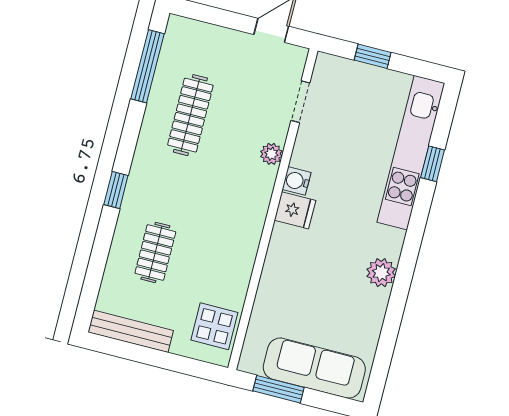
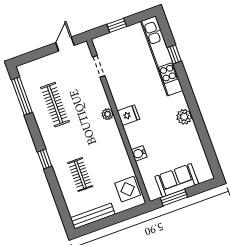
plant: (271, 154) -> (108, 114), moved
water cooler: (297, 181) -> (139, 153), moved
sofa: (314, 368) -> (177, 180), width x0.73

